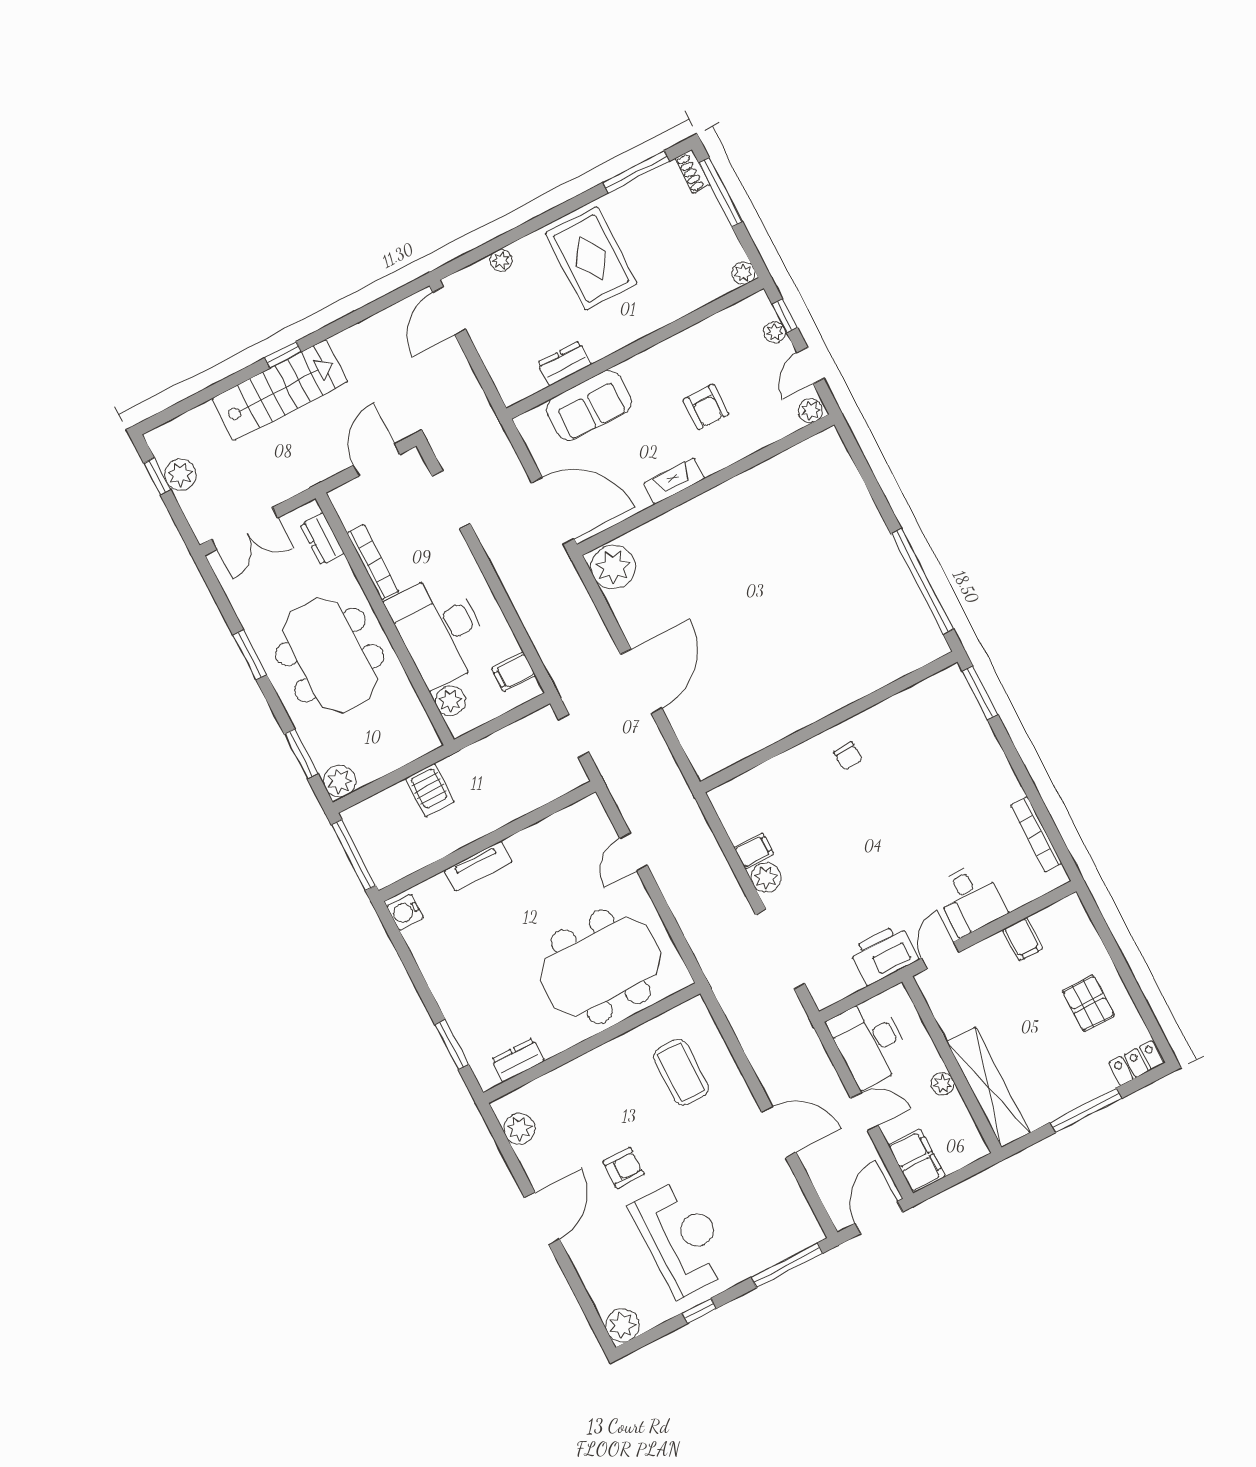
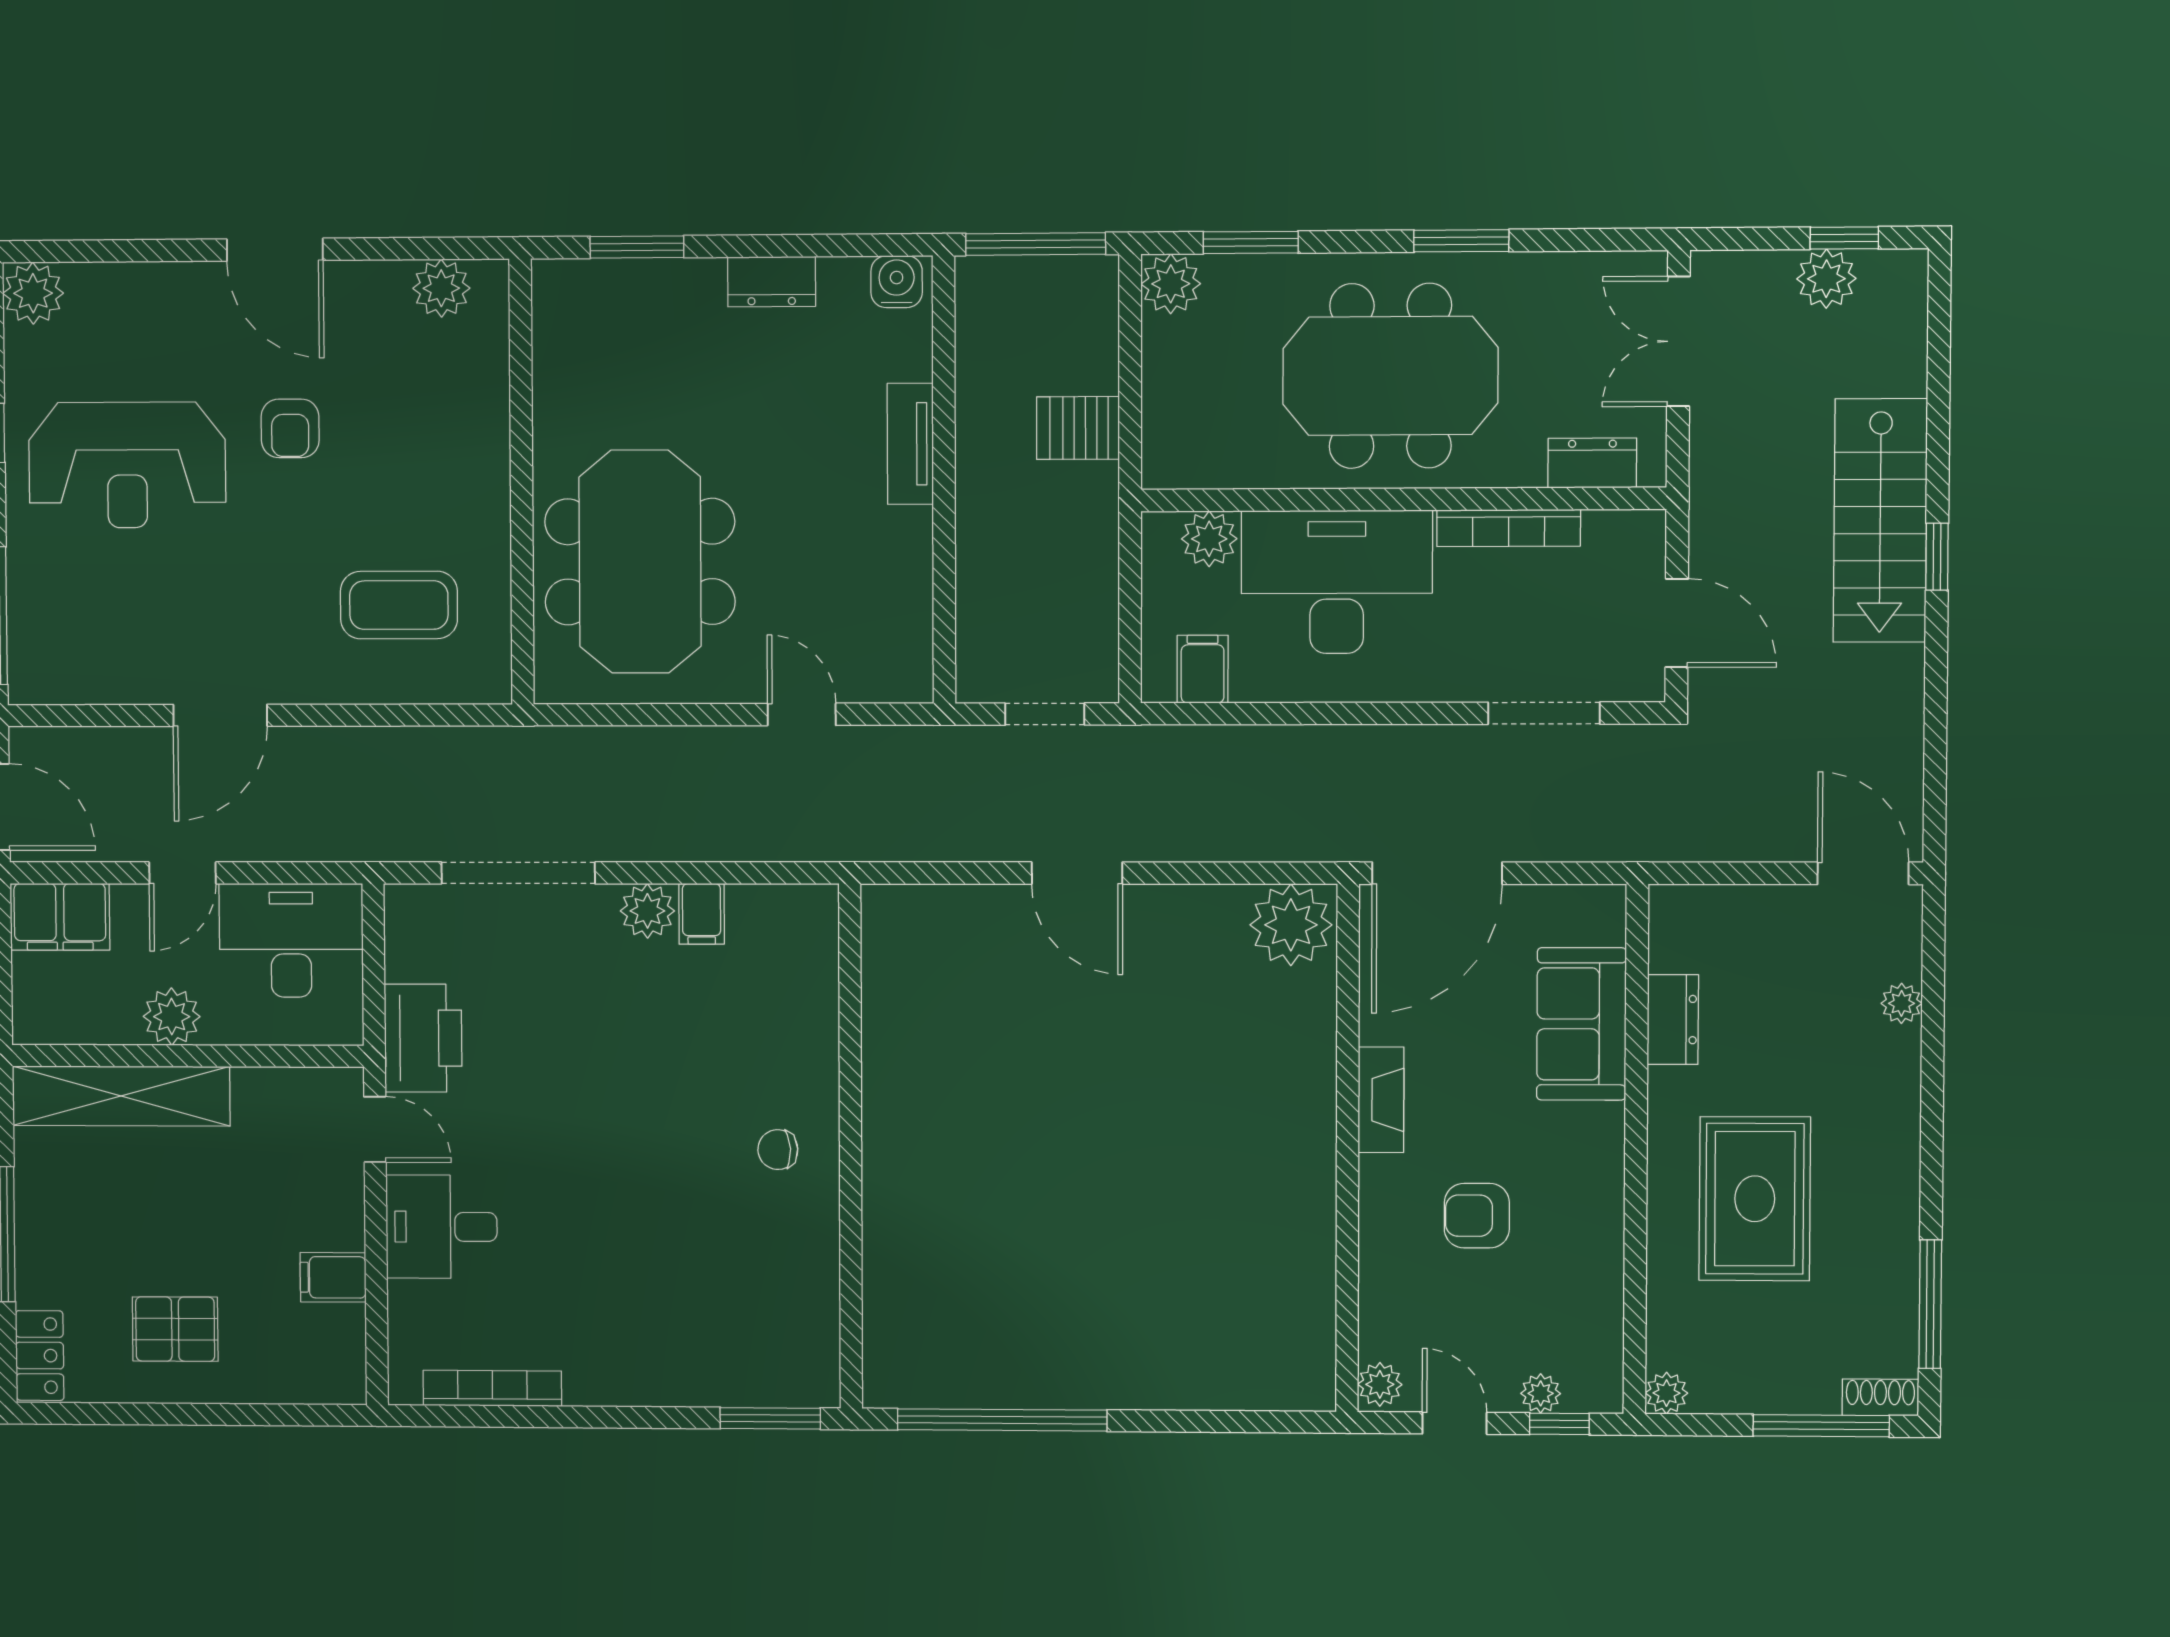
rug: (591, 258) -> (1755, 1199), moved, turned 90
door: (641, 681) -> (1077, 873), width x0.73
dresser: (518, 1060) -> (772, 282), moved, turned 90
plant: (943, 1084) -> (172, 1017), width x1.38, depth x1.38

